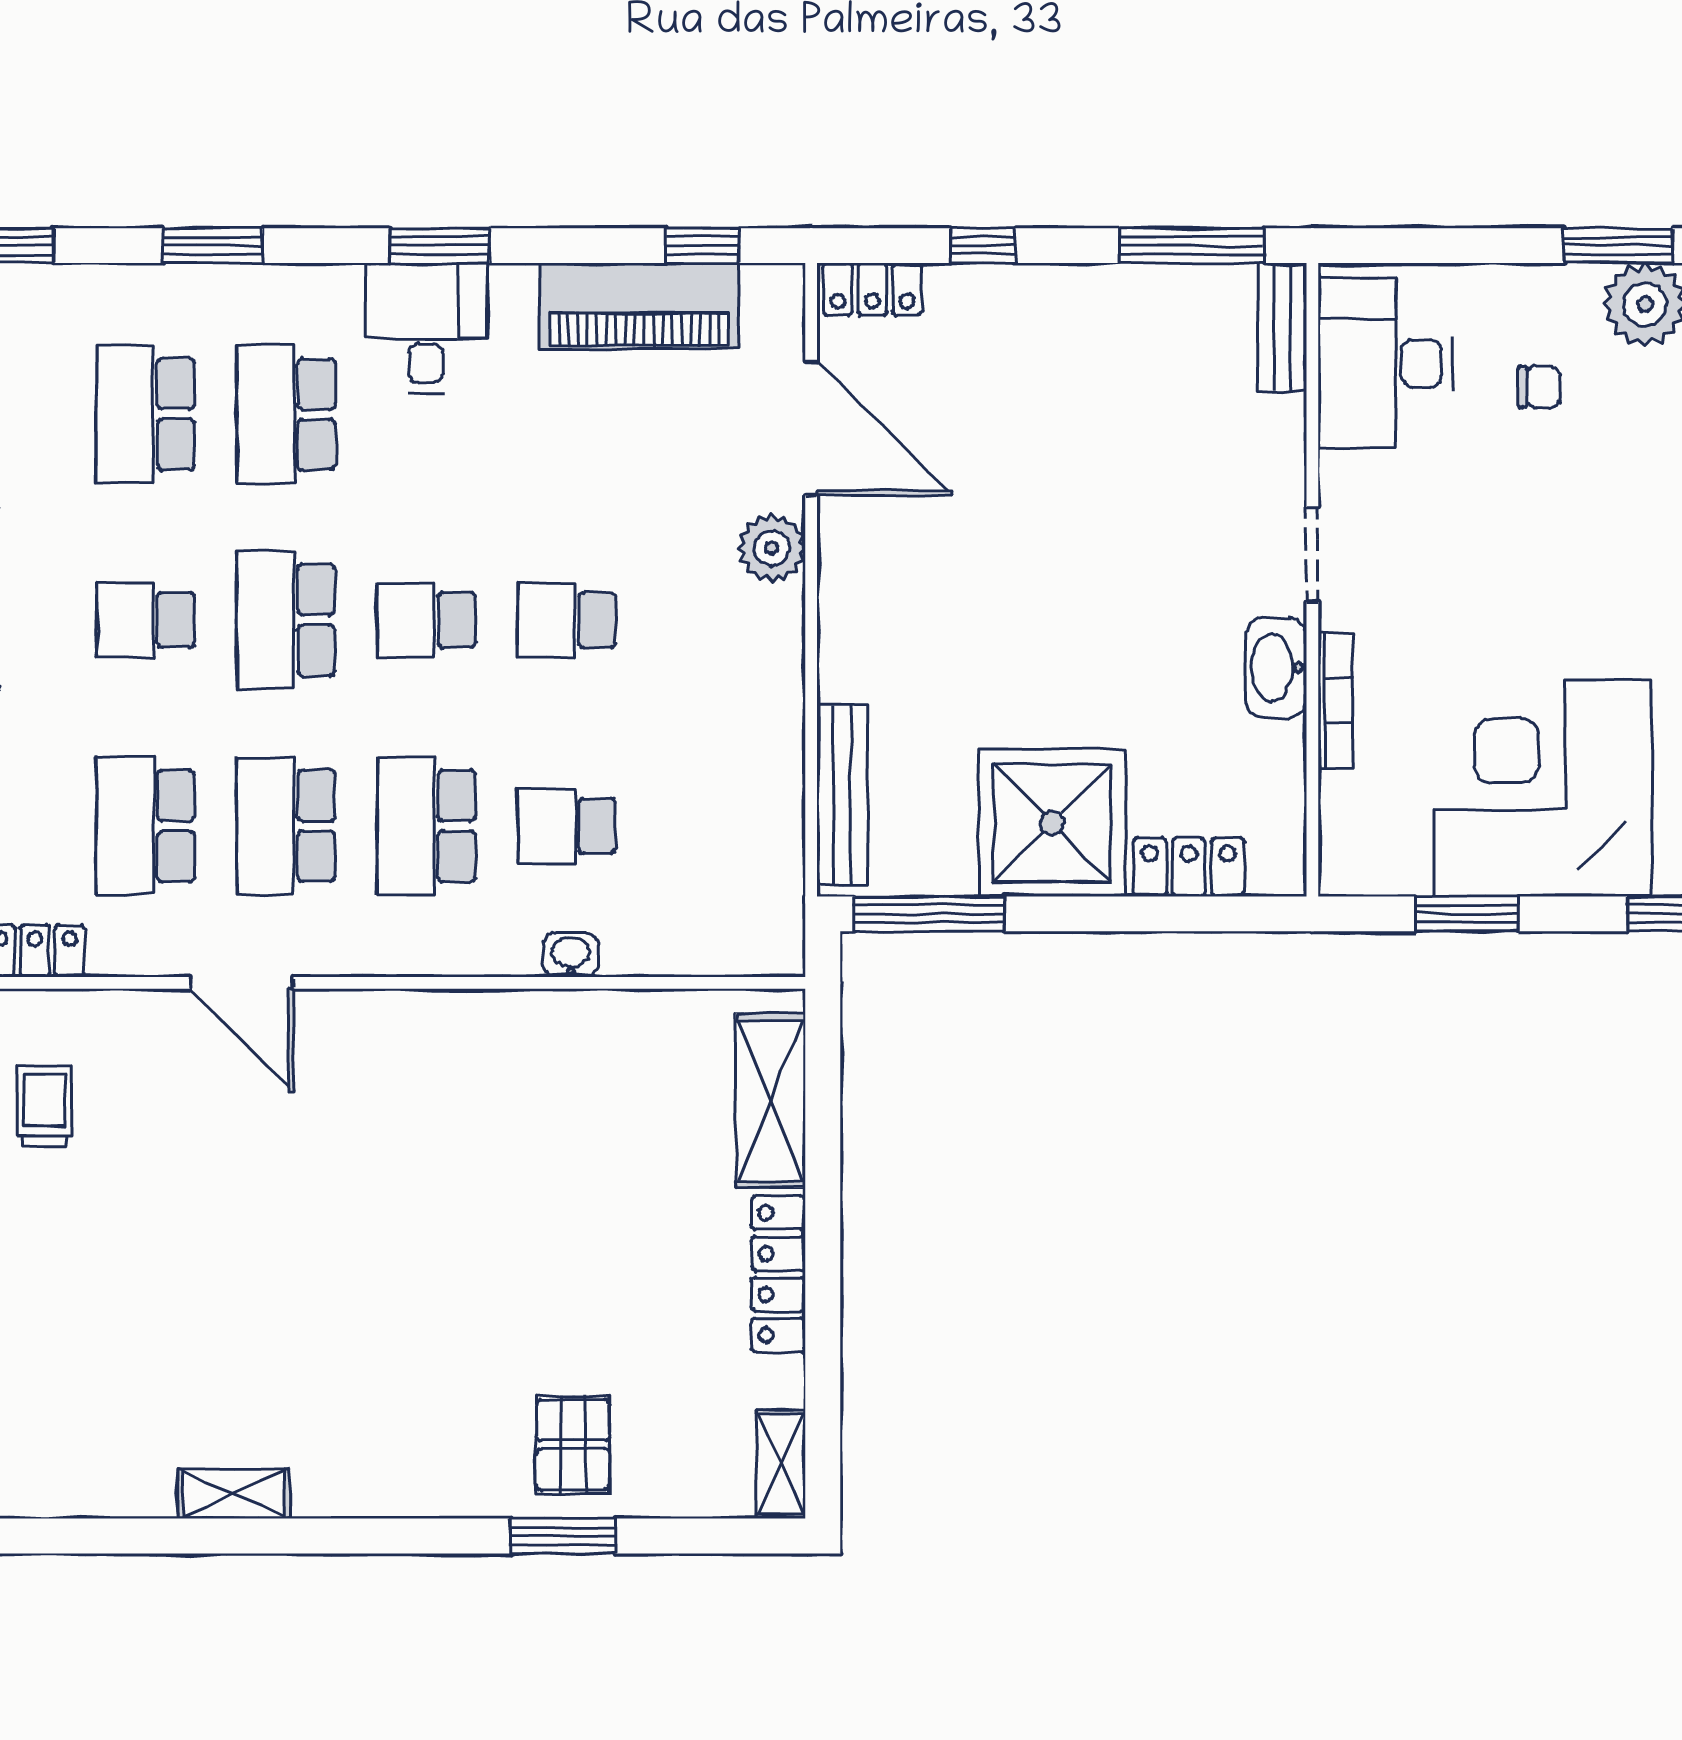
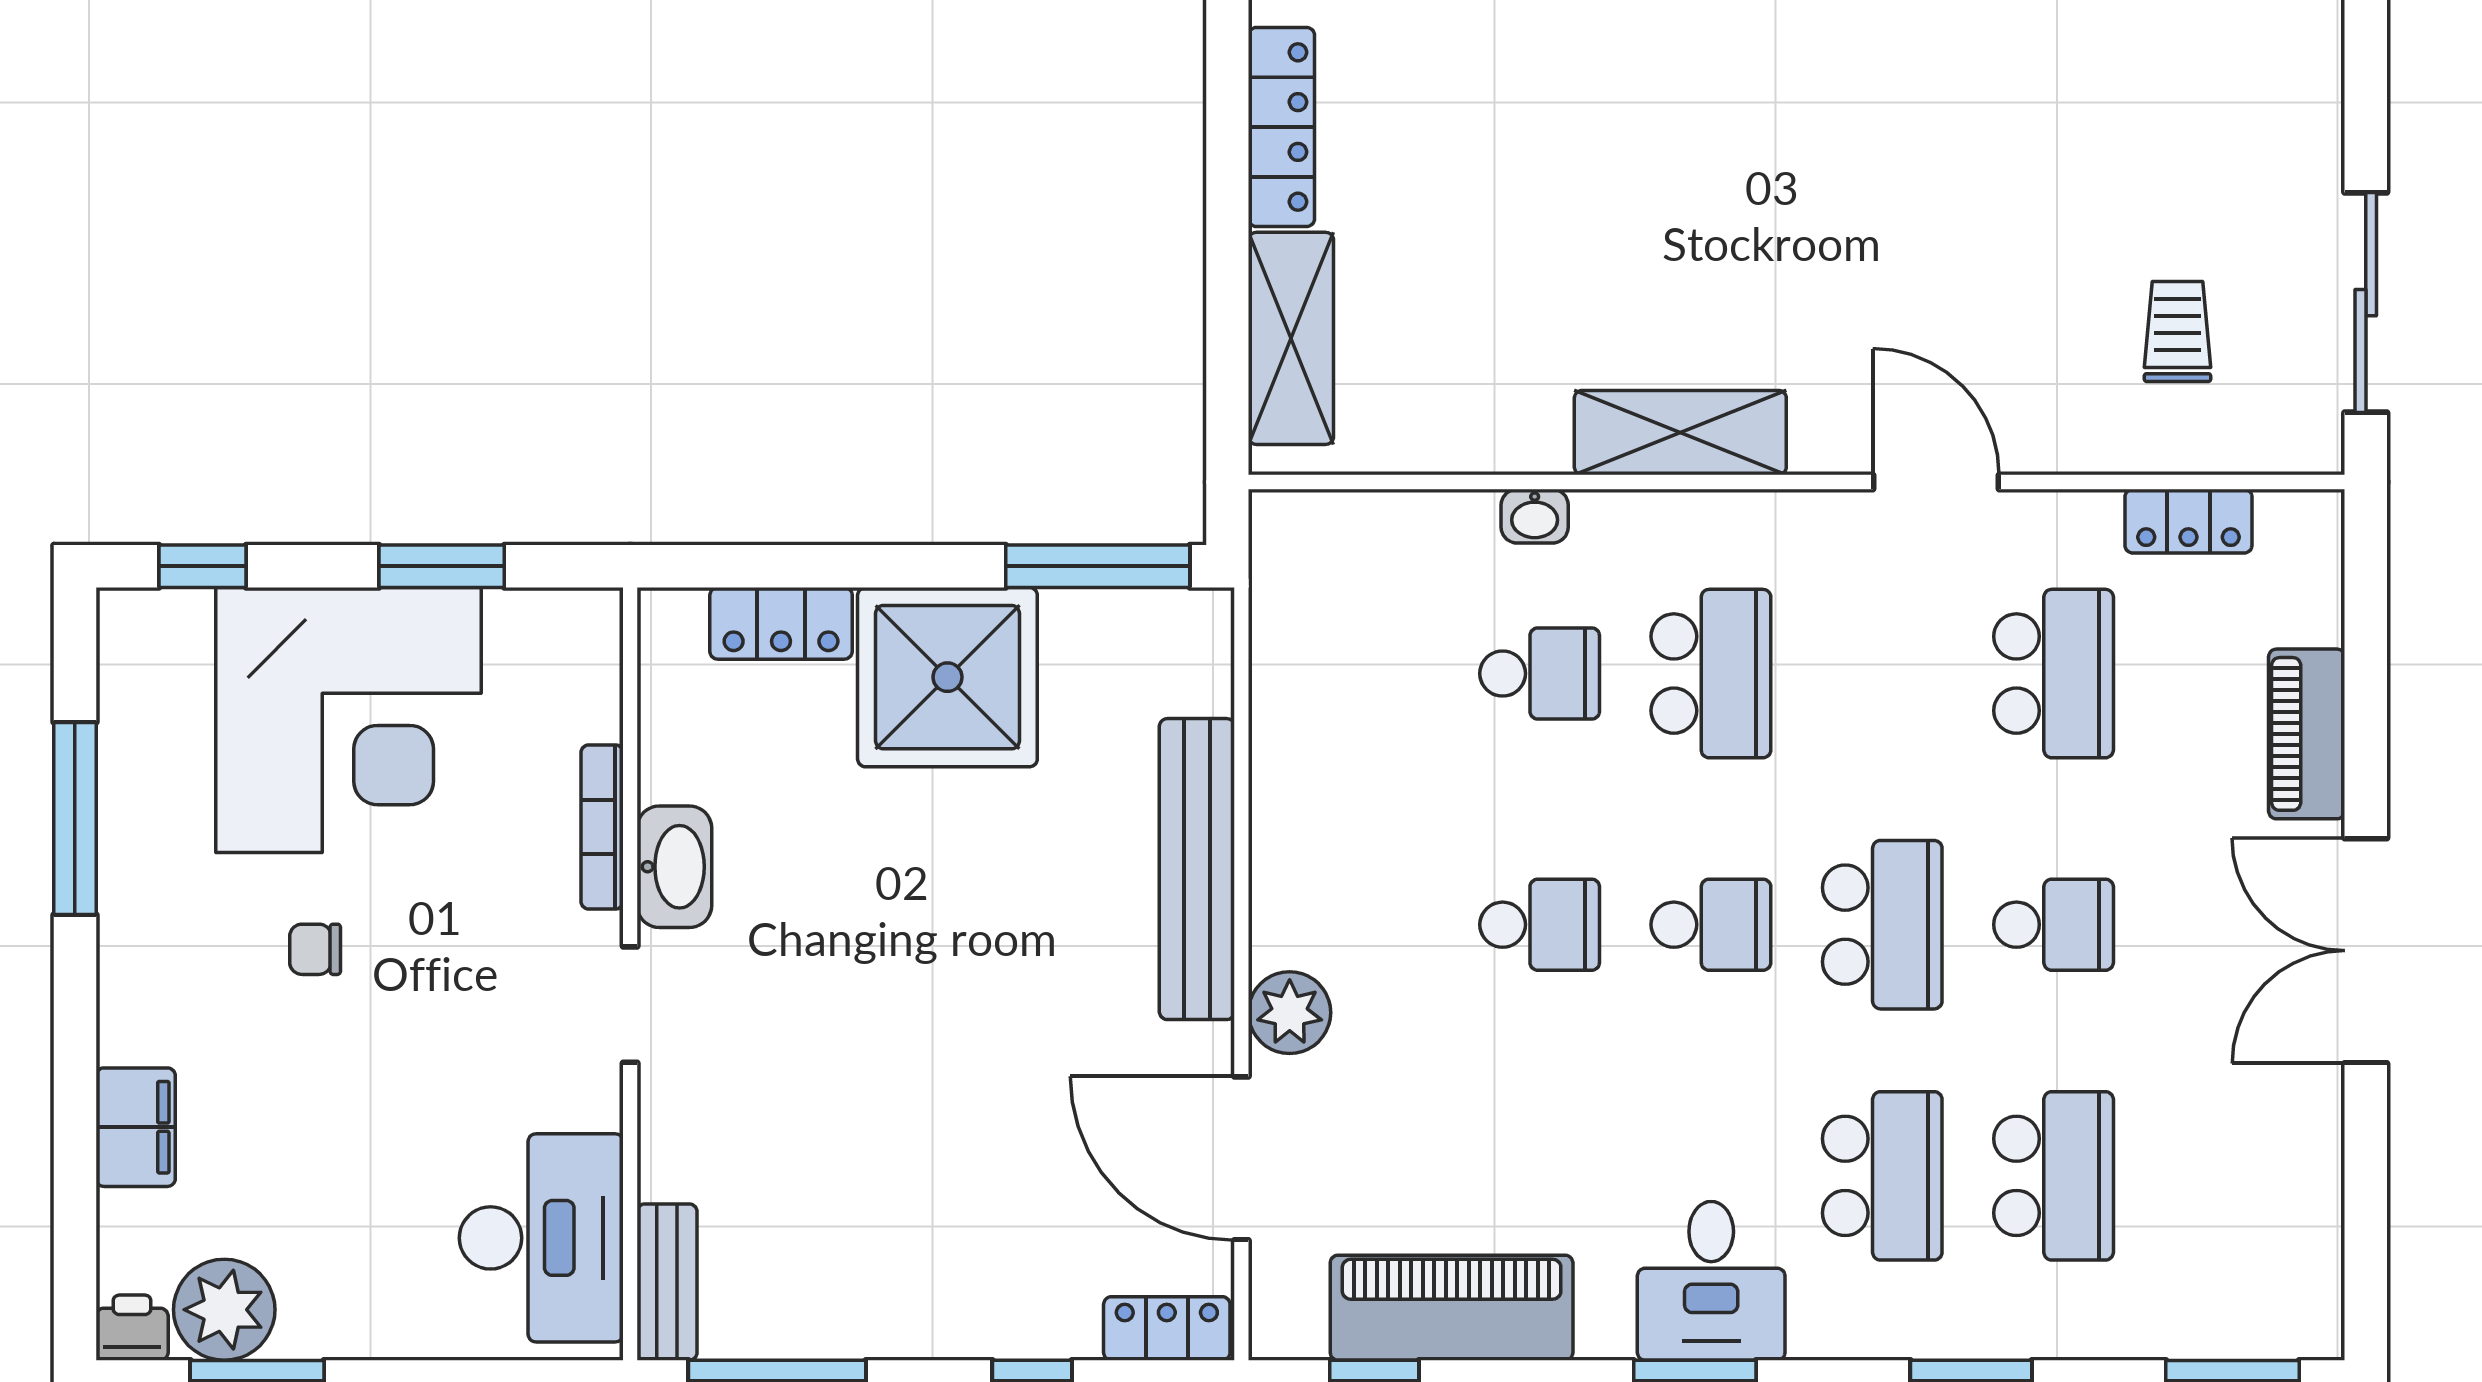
chair: (1539, 387) -> (315, 949), moved
bench: (842, 795) -> (1197, 869), moved, width x1.37, depth x1.21
school desk: (286, 826) -> (1882, 674), removed
shelving: (451, 1023) -> (1680, 433), added
trolley: (44, 1106) -> (2177, 331), turned 180

